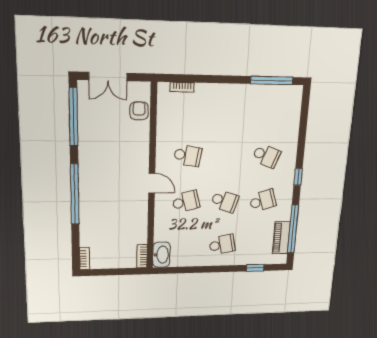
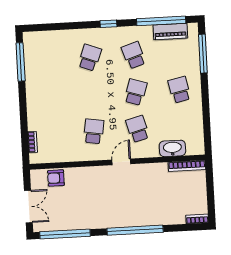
washbasin: (161, 255) -> (172, 148), moved
bookcase: (142, 256) -> (187, 166), width x1.56
window: (255, 268) -> (203, 54), width x2.17

